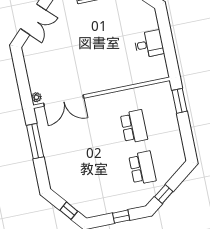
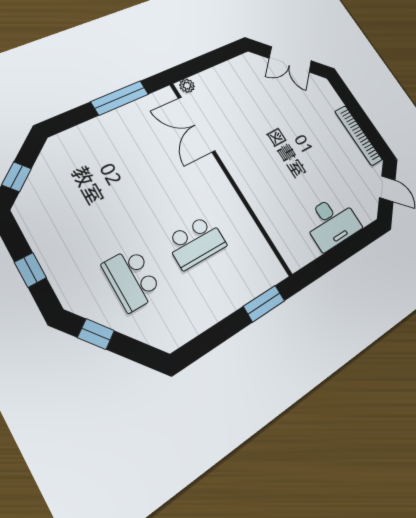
desk: (149, 44) -> (332, 222), width x1.37
school desk: (142, 168) -> (132, 279), turned 90

